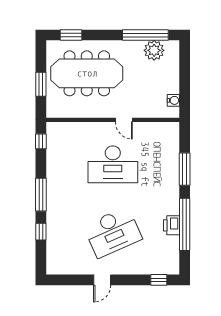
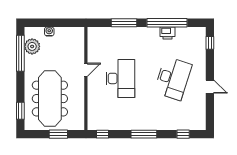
water cooler: (173, 100) -> (49, 31), moved
window: (41, 232) -> (183, 134), moved
desk: (113, 232) -> (173, 78), turned 42

